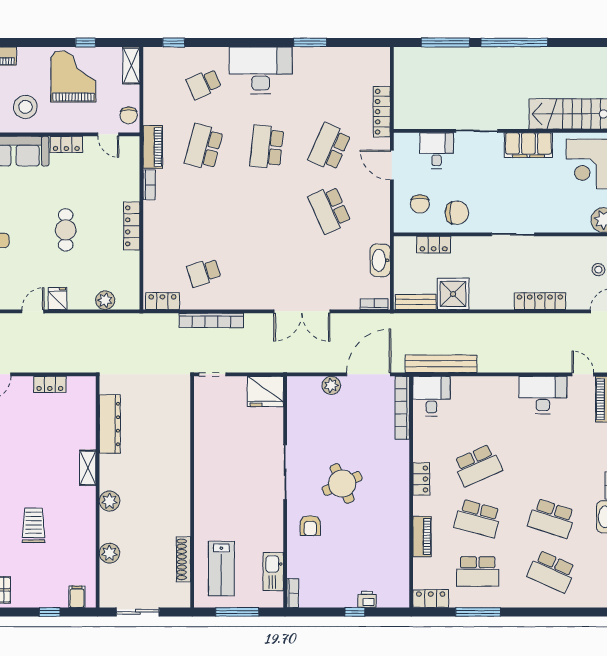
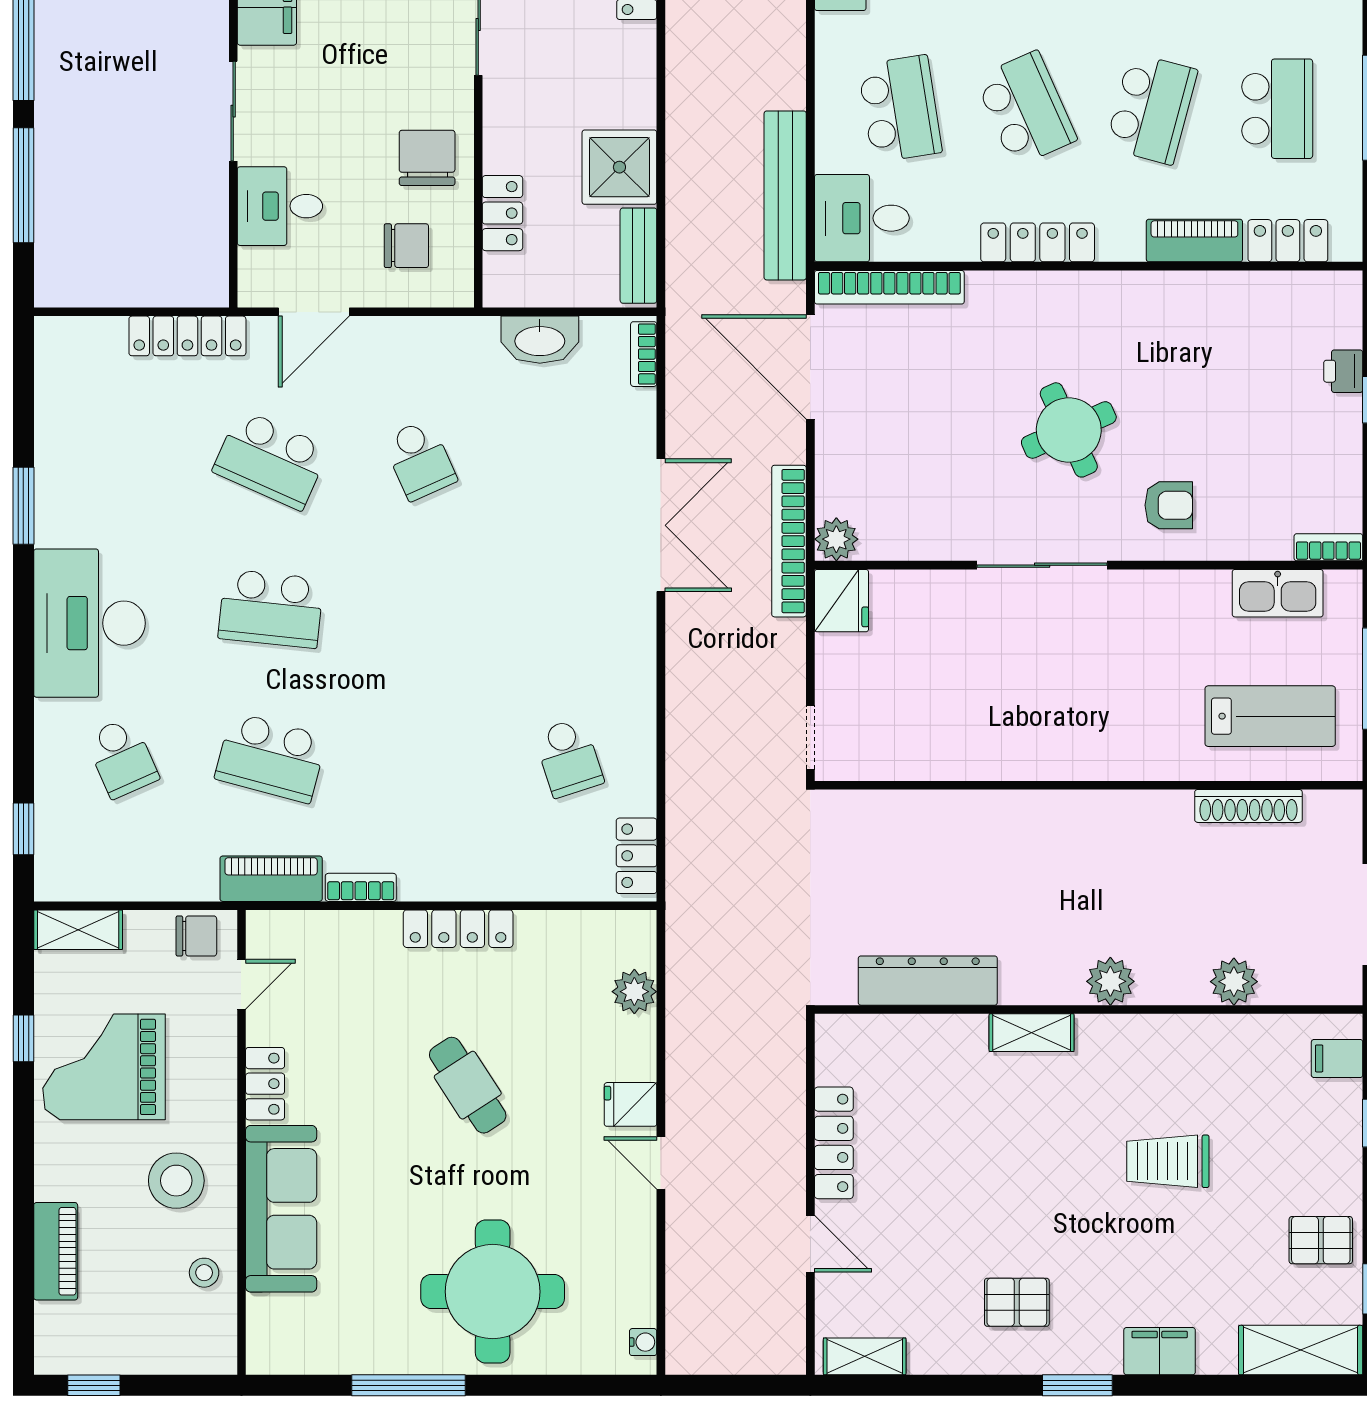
school desk: (330, 210) -> (420, 460), width x0.54
cafe table: (66, 230) -> (468, 1085), turned 57
bookcase: (211, 320) -> (789, 541), moved, turned 180
locker: (50, 384) -> (834, 1143), width x1.53
plant: (331, 385) -> (836, 539), moved
fridge: (265, 391) -> (841, 601), width x0.73, depth x0.75
school desk: (478, 412) -> (900, 109), added
locker: (421, 479) -> (1038, 242), width x1.53
locker: (431, 599) -> (1288, 241), moved, turned 90

